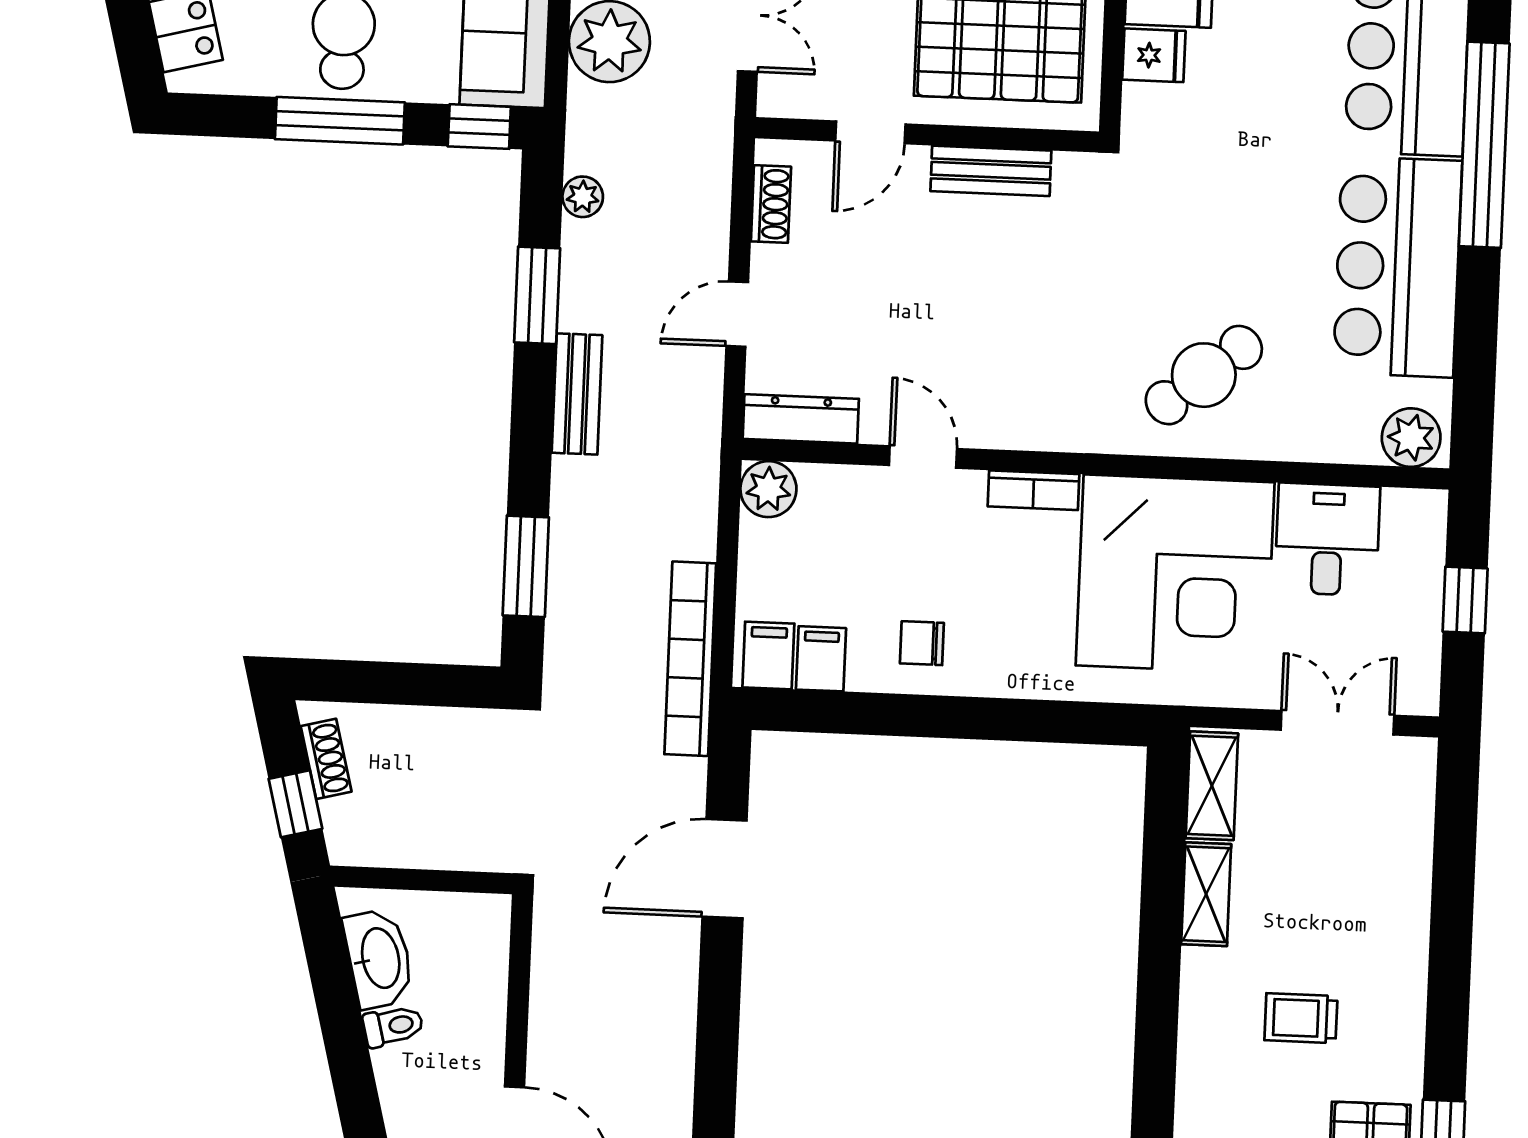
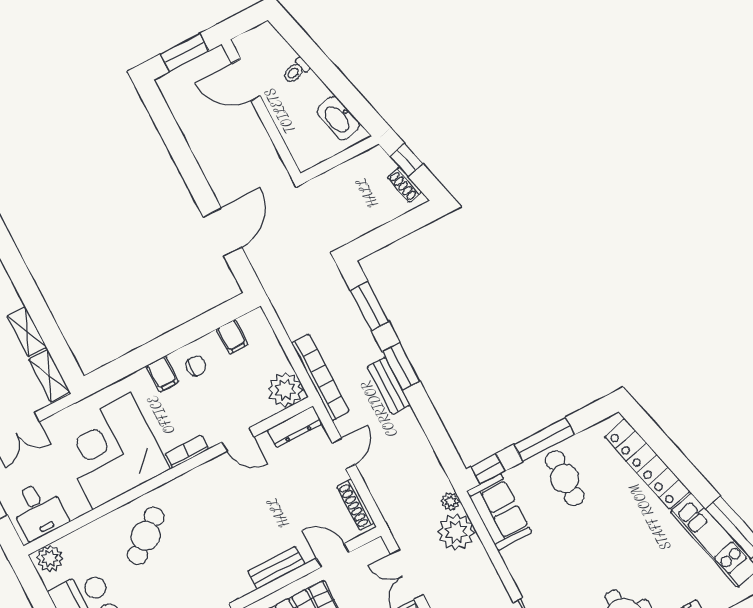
door: (870, 132) -> (333, 556), hinge flipped
plant: (583, 197) -> (450, 501), moved
shoe rack: (771, 204) -> (355, 505), width x1.43
window: (537, 295) -> (401, 366), moved
plant: (768, 489) -> (285, 390), width x1.36, depth x1.36
desk: (1327, 539) -> (38, 510), moved
filing cabinet: (768, 655) -> (162, 374), moved
bookcase: (690, 659) -> (320, 377), moved
toilet: (393, 1026) -> (296, 71), moved

